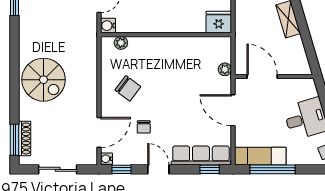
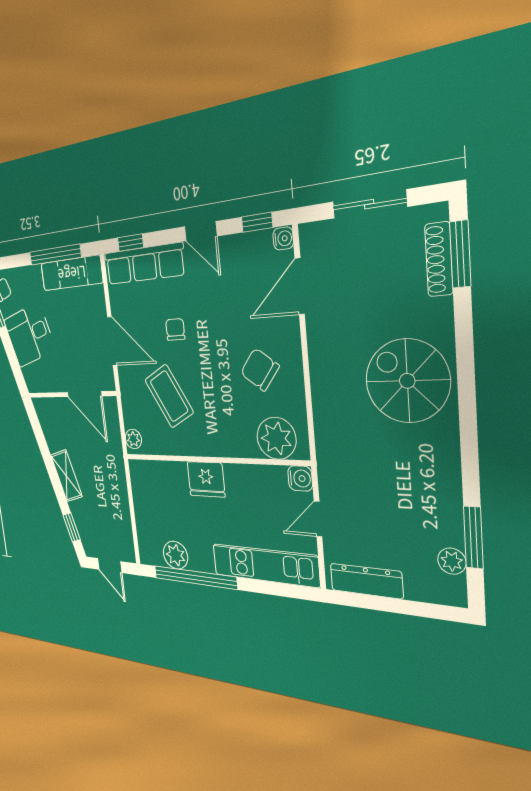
fridge: (219, 22) -> (206, 479), moved
plant: (121, 43) -> (276, 438), width x1.88, depth x1.88
plant: (225, 69) -> (133, 439), moved
coffee table: (193, 74) -> (169, 396), added
chair: (144, 127) -> (175, 329), moved

